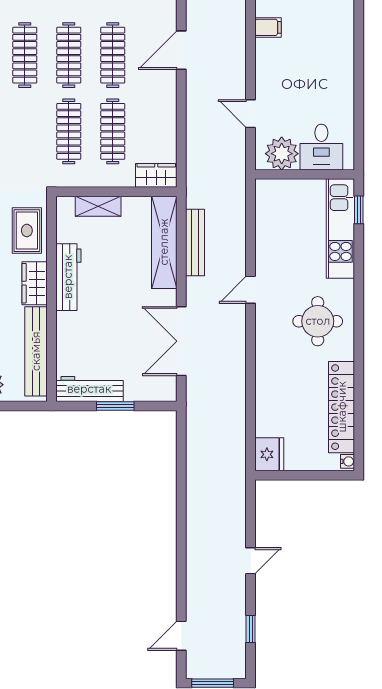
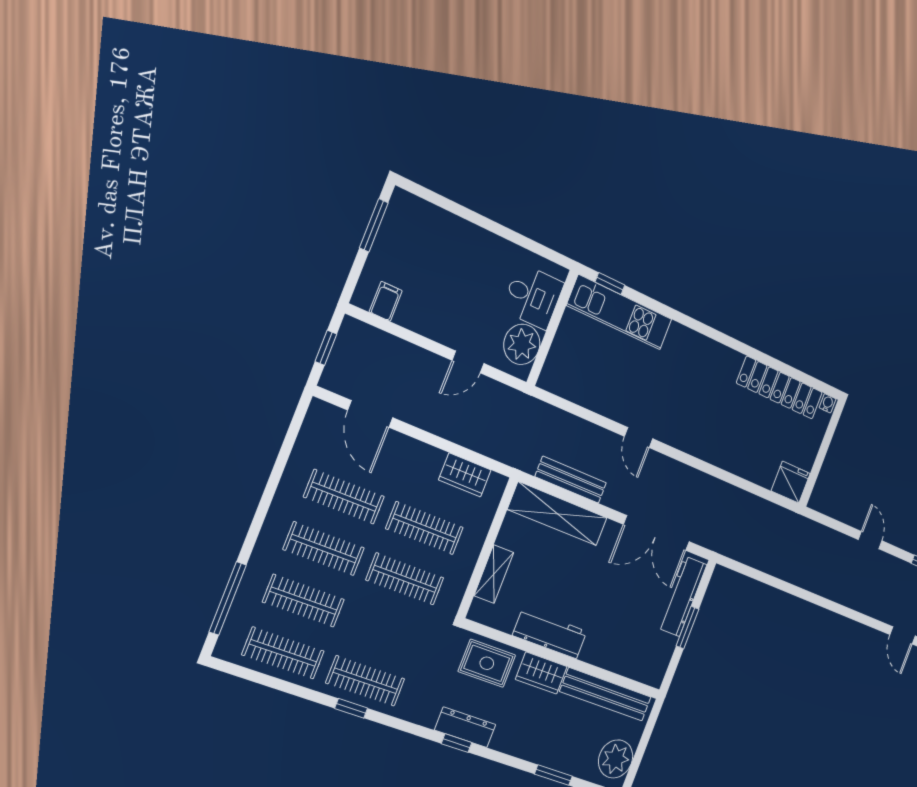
wardrobe: (156, 175) -> (465, 475), moved, turned -90
round table: (318, 321) -> (695, 378), removed
workbench: (89, 389) -> (682, 596), moved

